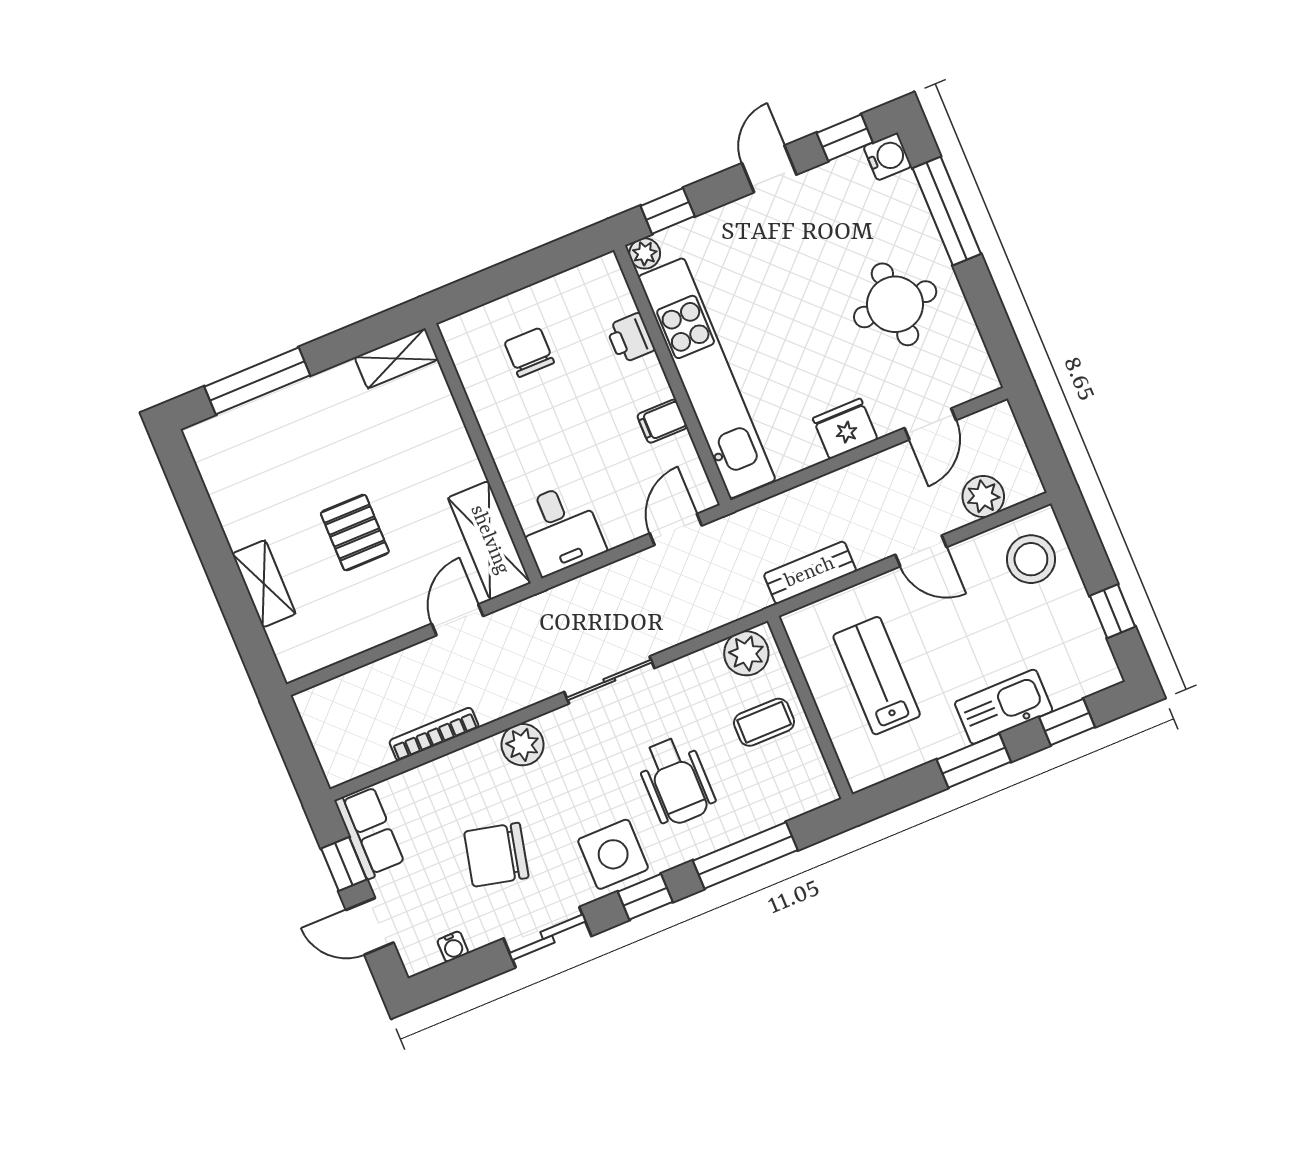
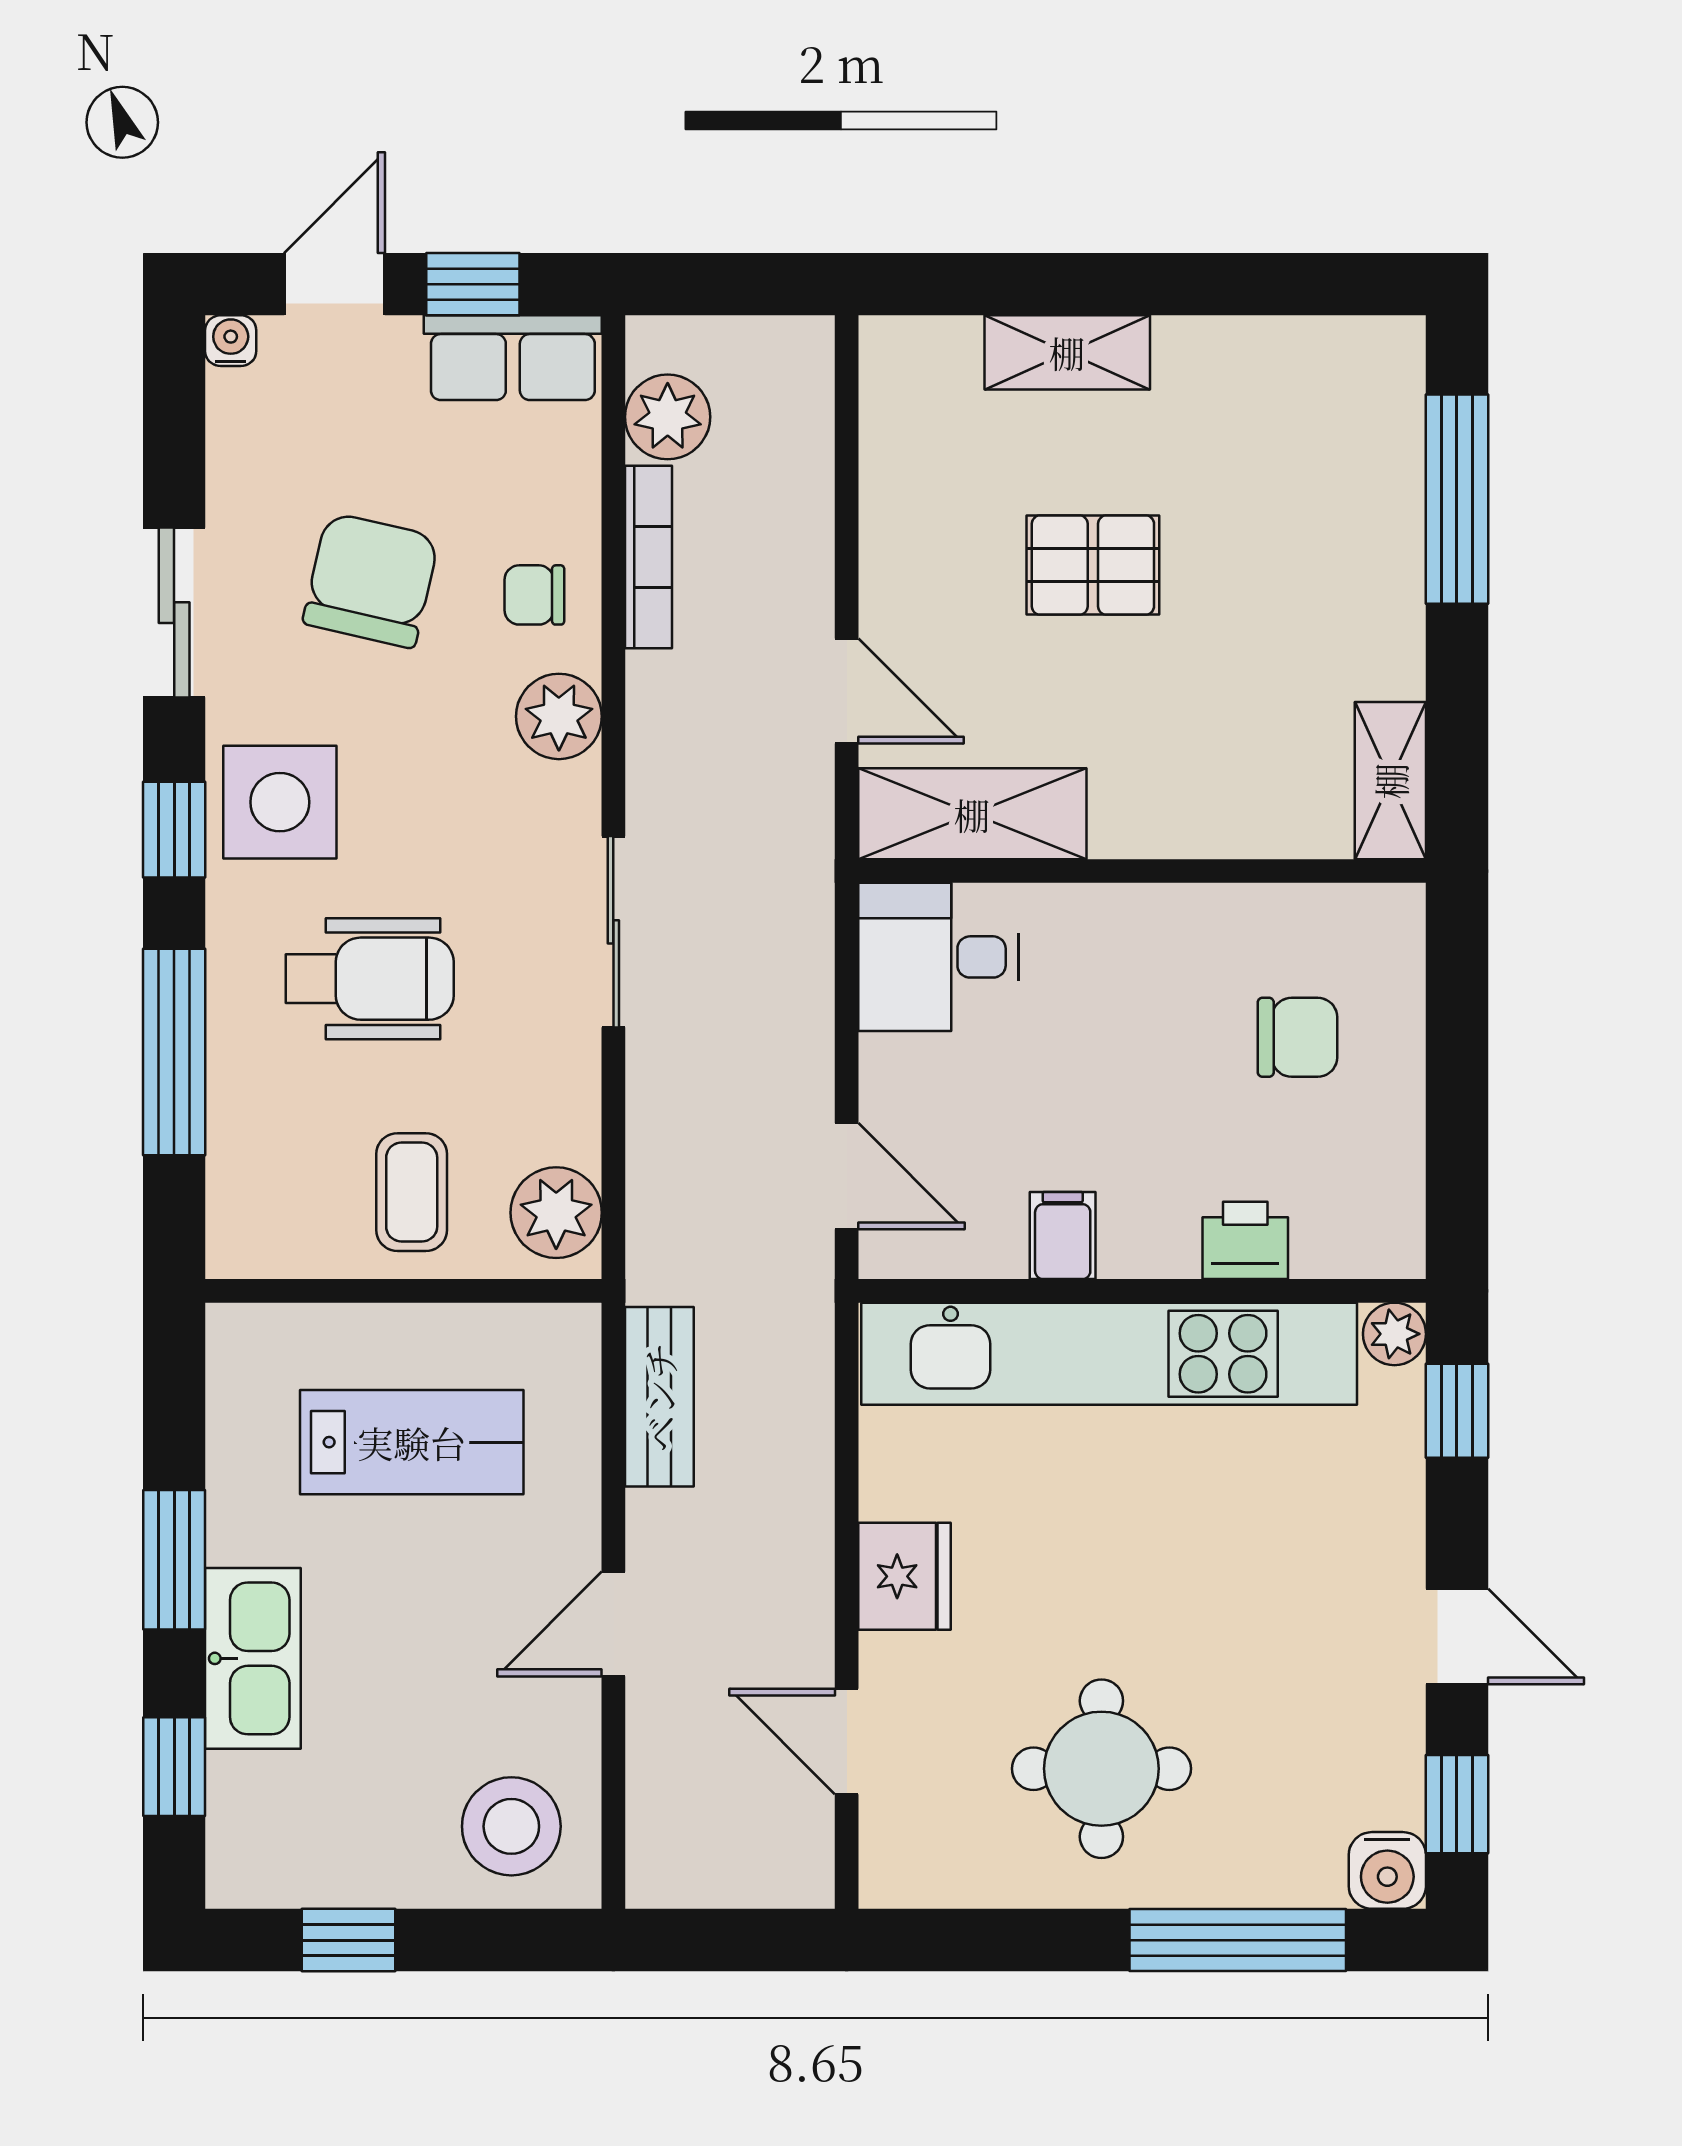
plant: (983, 497) -> (668, 417), moved
chair: (472, 778) -> (534, 595), added
wheelchair: (676, 781) -> (370, 979), turned 180
water cooler: (453, 947) -> (231, 341), moved, turned 90

